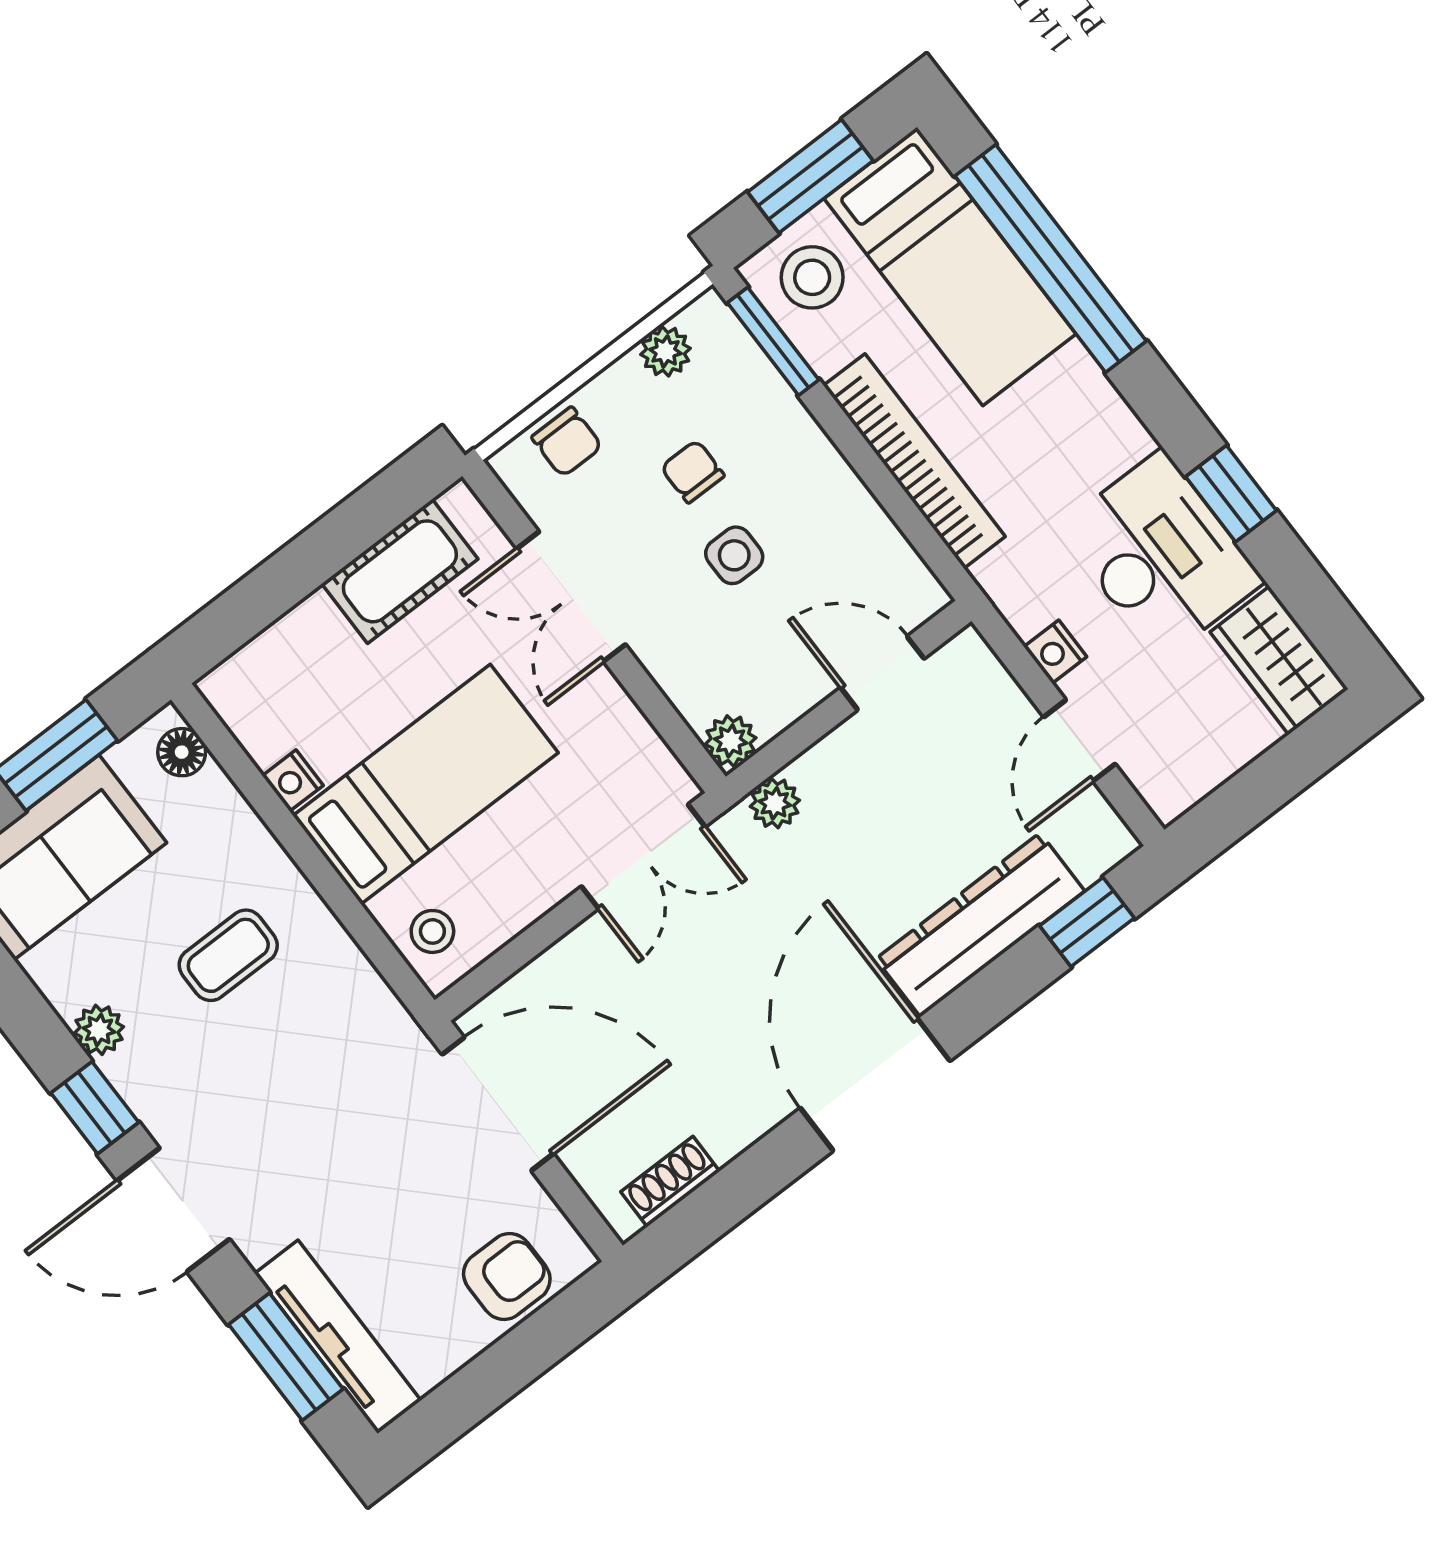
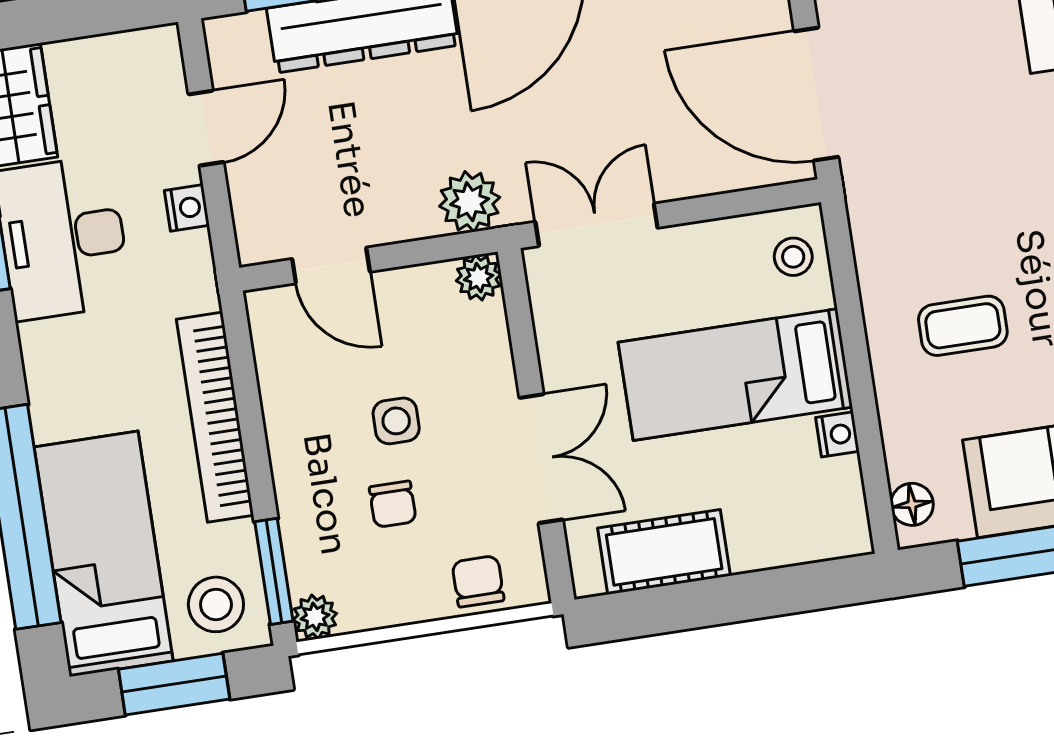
plant: (665, 351) -> (315, 617), moved
plant: (775, 803) -> (470, 202), width x1.38, depth x1.38

